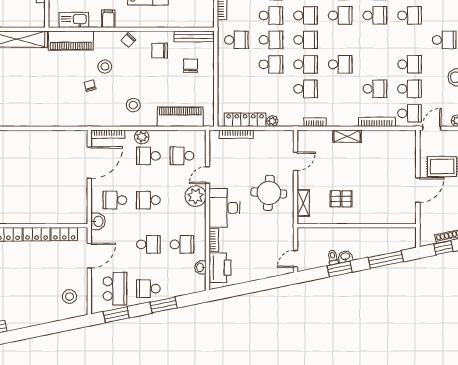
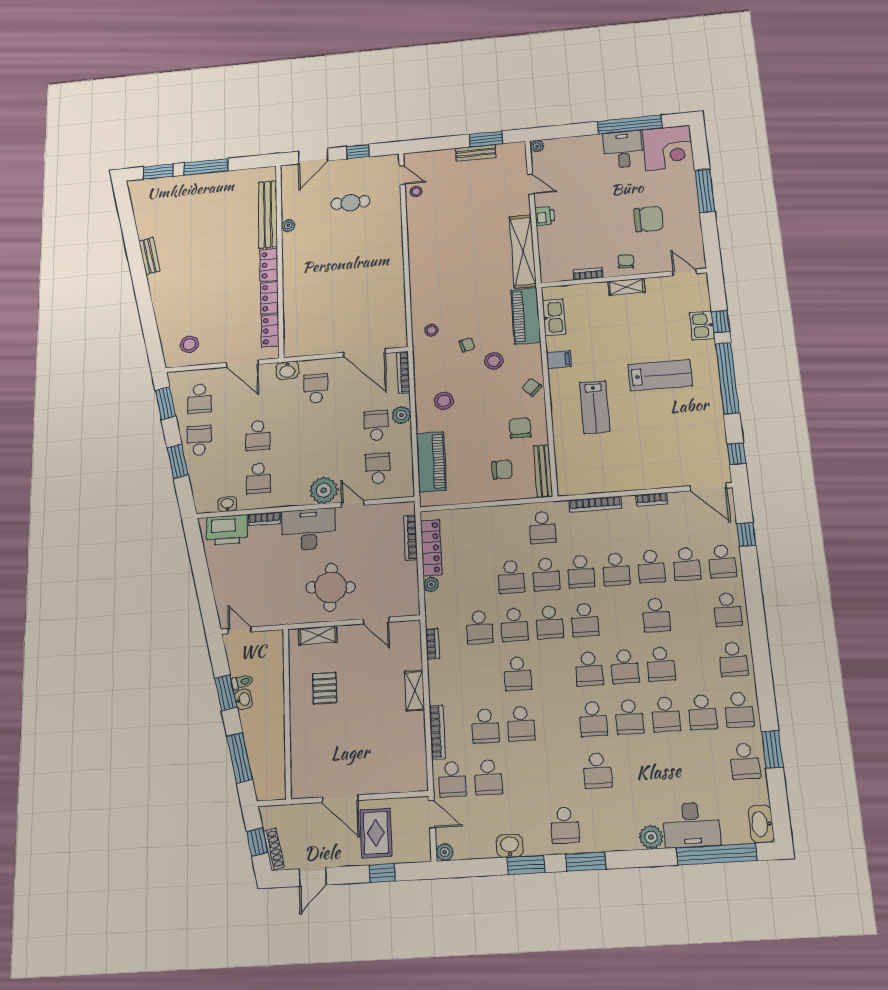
school desk: (409, 64) -> (521, 724), moved
stool: (76, 112) -> (431, 330), added
school desk: (148, 200) -> (317, 430), removed
school desk: (115, 289) -> (199, 399), width x0.54

